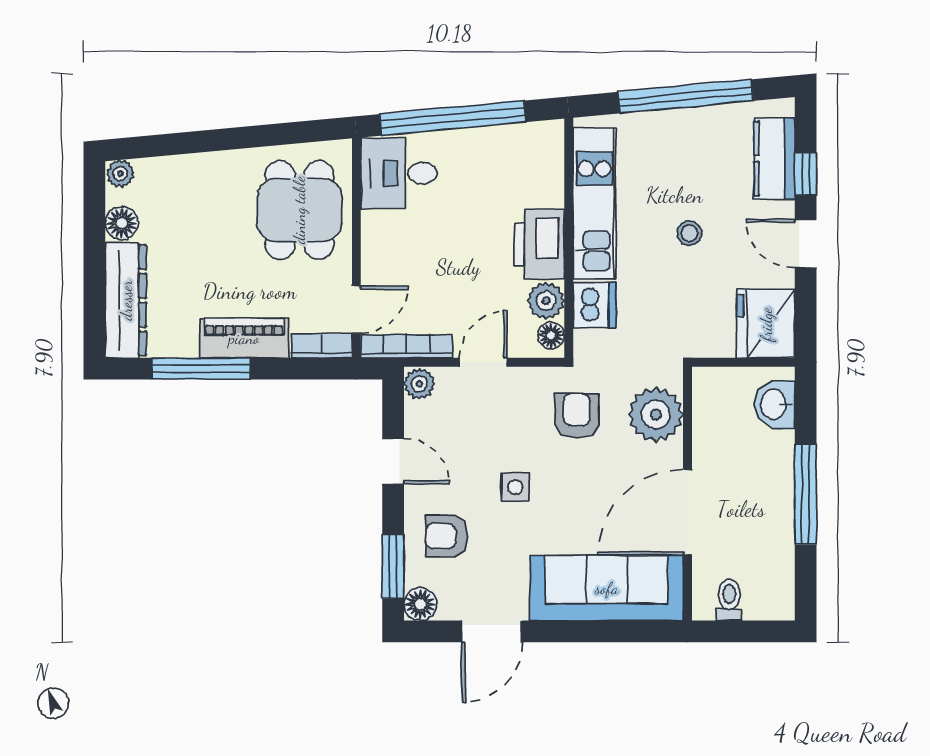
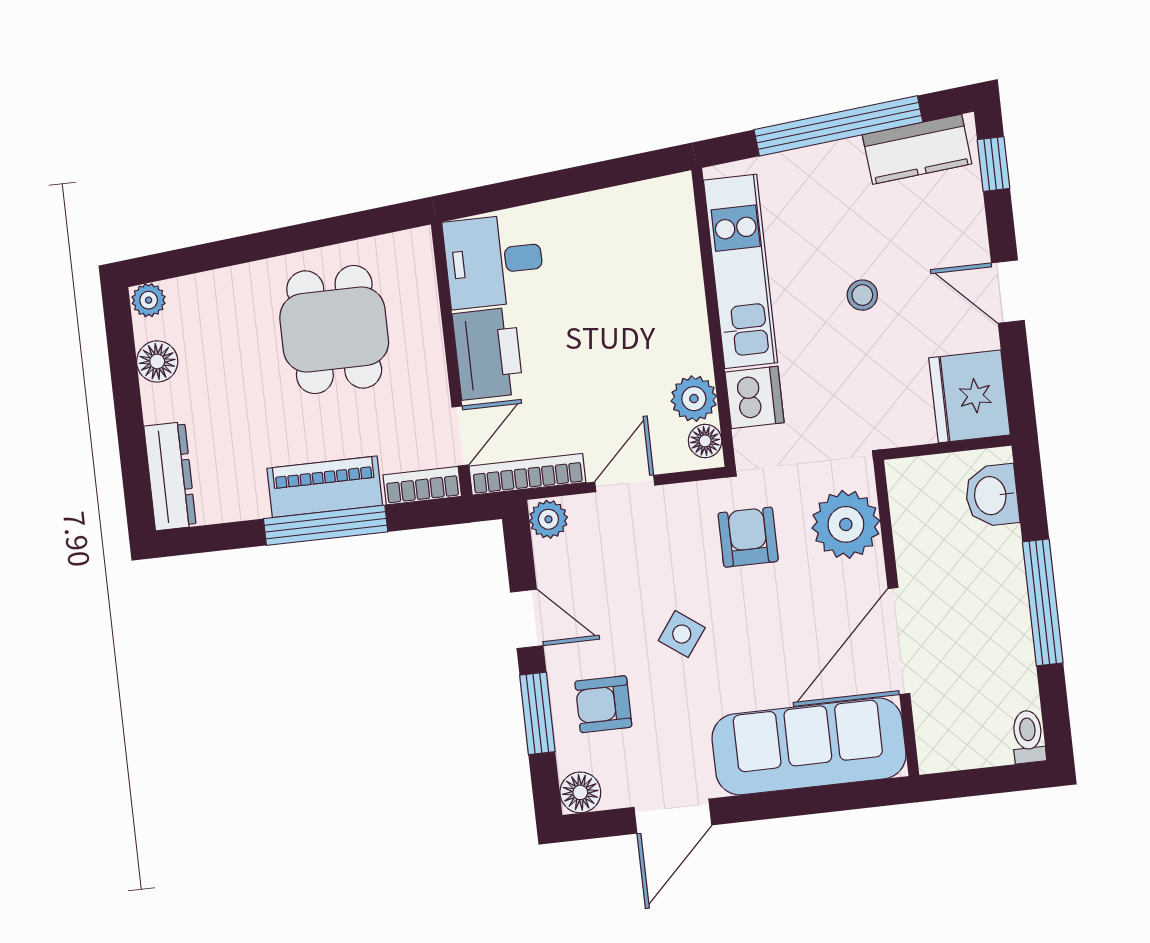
window: (453, 118) -> (553, 185), removed
kitchen counter: (774, 158) -> (917, 149), moved, turned -95
window: (806, 174) -> (994, 164), moved
dining table: (299, 210) -> (334, 330), moved
printer: (539, 244) -> (488, 354), moved, turned 180
dresser: (126, 300) -> (170, 476), width x0.73, depth x0.80
window: (201, 369) -> (326, 525), moved
side table: (515, 487) -> (682, 634), turned 36
window: (393, 566) -> (537, 713), moved
toilet: (729, 600) -> (1028, 737), moved

